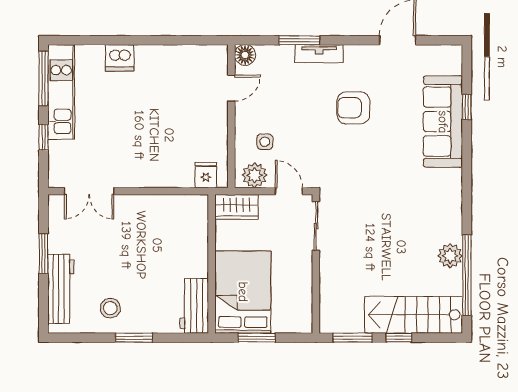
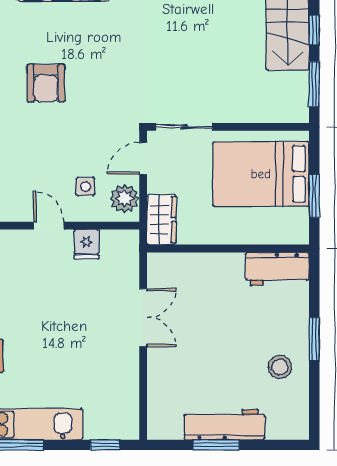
door: (231, 88) -> (49, 226), moved
window: (43, 137) -> (105, 445), moved
fridge: (206, 175) -> (86, 244), moved, turned -90
double door: (89, 191) -> (143, 318), moved
workbench: (61, 289) -> (224, 425), moved
bed: (243, 292) -> (261, 174), moved

